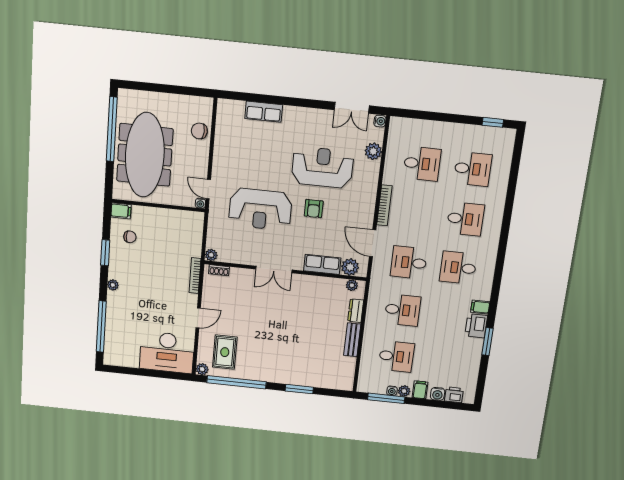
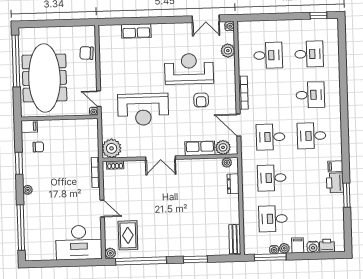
armchair: (314, 209) -> (201, 100), moved
plant: (211, 255) -> (112, 148), width x1.87, depth x1.87
desk: (402, 310) -> (272, 178), turned 180
door: (198, 318) -> (102, 208), hinge flipped
bench: (352, 340) -> (235, 239), moved
desk: (396, 356) -> (273, 219), turned 180

